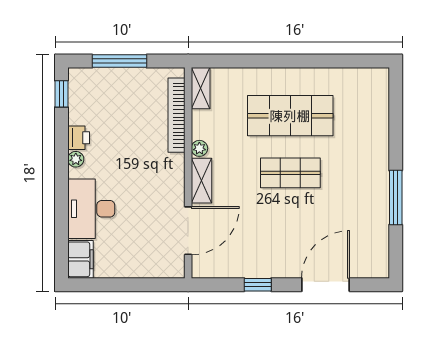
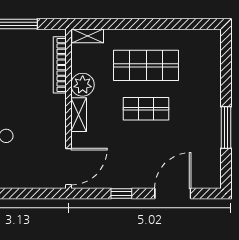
shelving: (201, 88) -> (88, 36), moved, turned 90
plant: (199, 148) -> (83, 85), width x1.88, depth x1.88
door: (188, 231) -> (69, 167), moved

